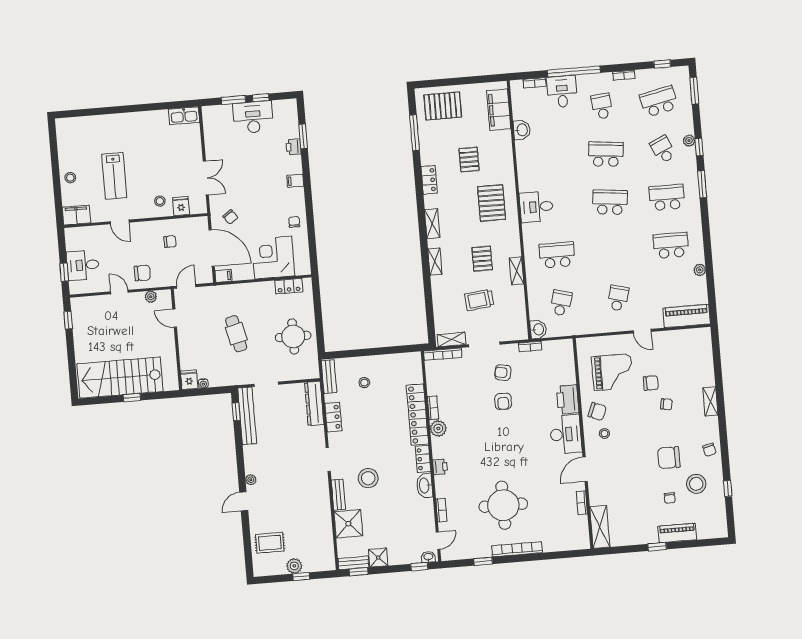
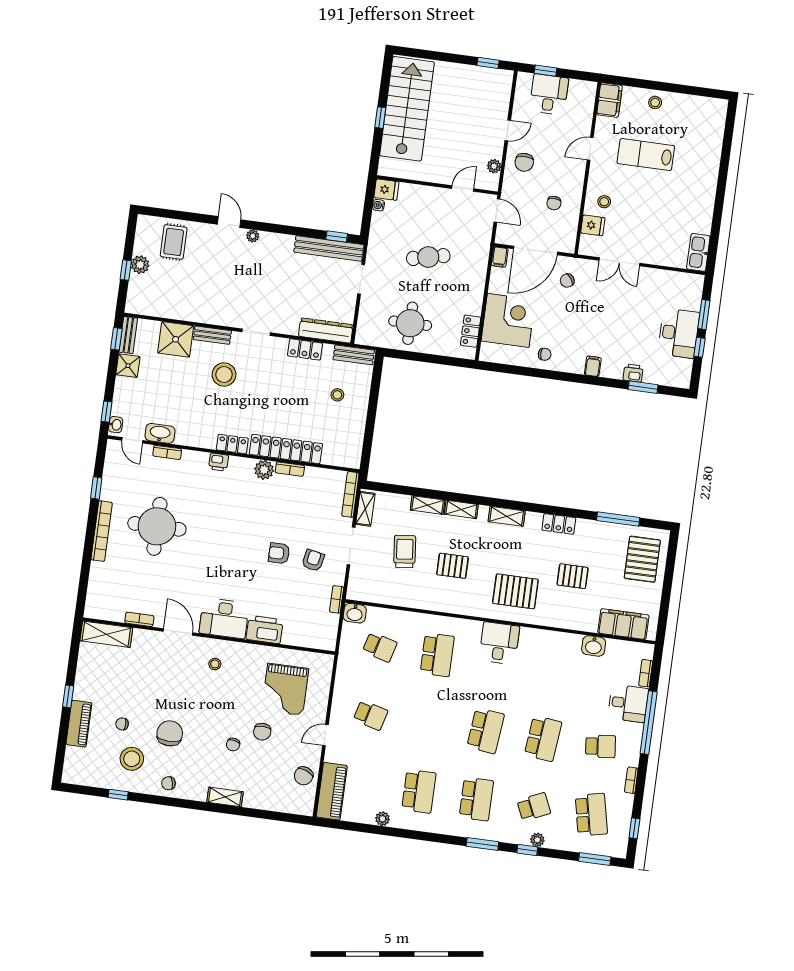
shelving: (517, 271) -> (428, 505), moved
chair: (597, 411) -> (304, 776), moved
washbasin: (425, 486) -> (160, 433), moved

